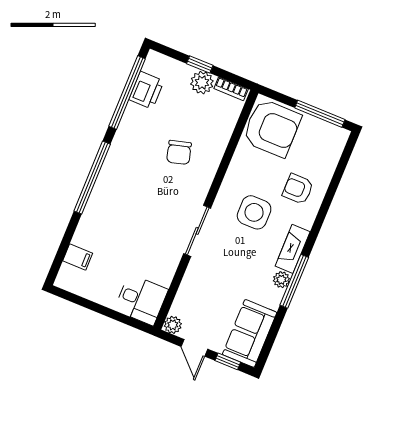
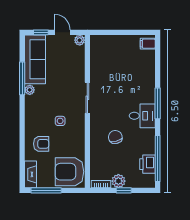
window: (92, 178) -> (158, 103), width x0.68
side table: (254, 212) -> (60, 121), width x0.54, depth x0.54
fireplace: (293, 249) -> (30, 174), moved
filing cabinet: (78, 257) -> (148, 44), moved
window: (294, 281) -> (22, 78), moved
desk: (141, 300) -> (142, 116), moved, turned 180
sofa: (250, 333) -> (35, 59), width x1.36

